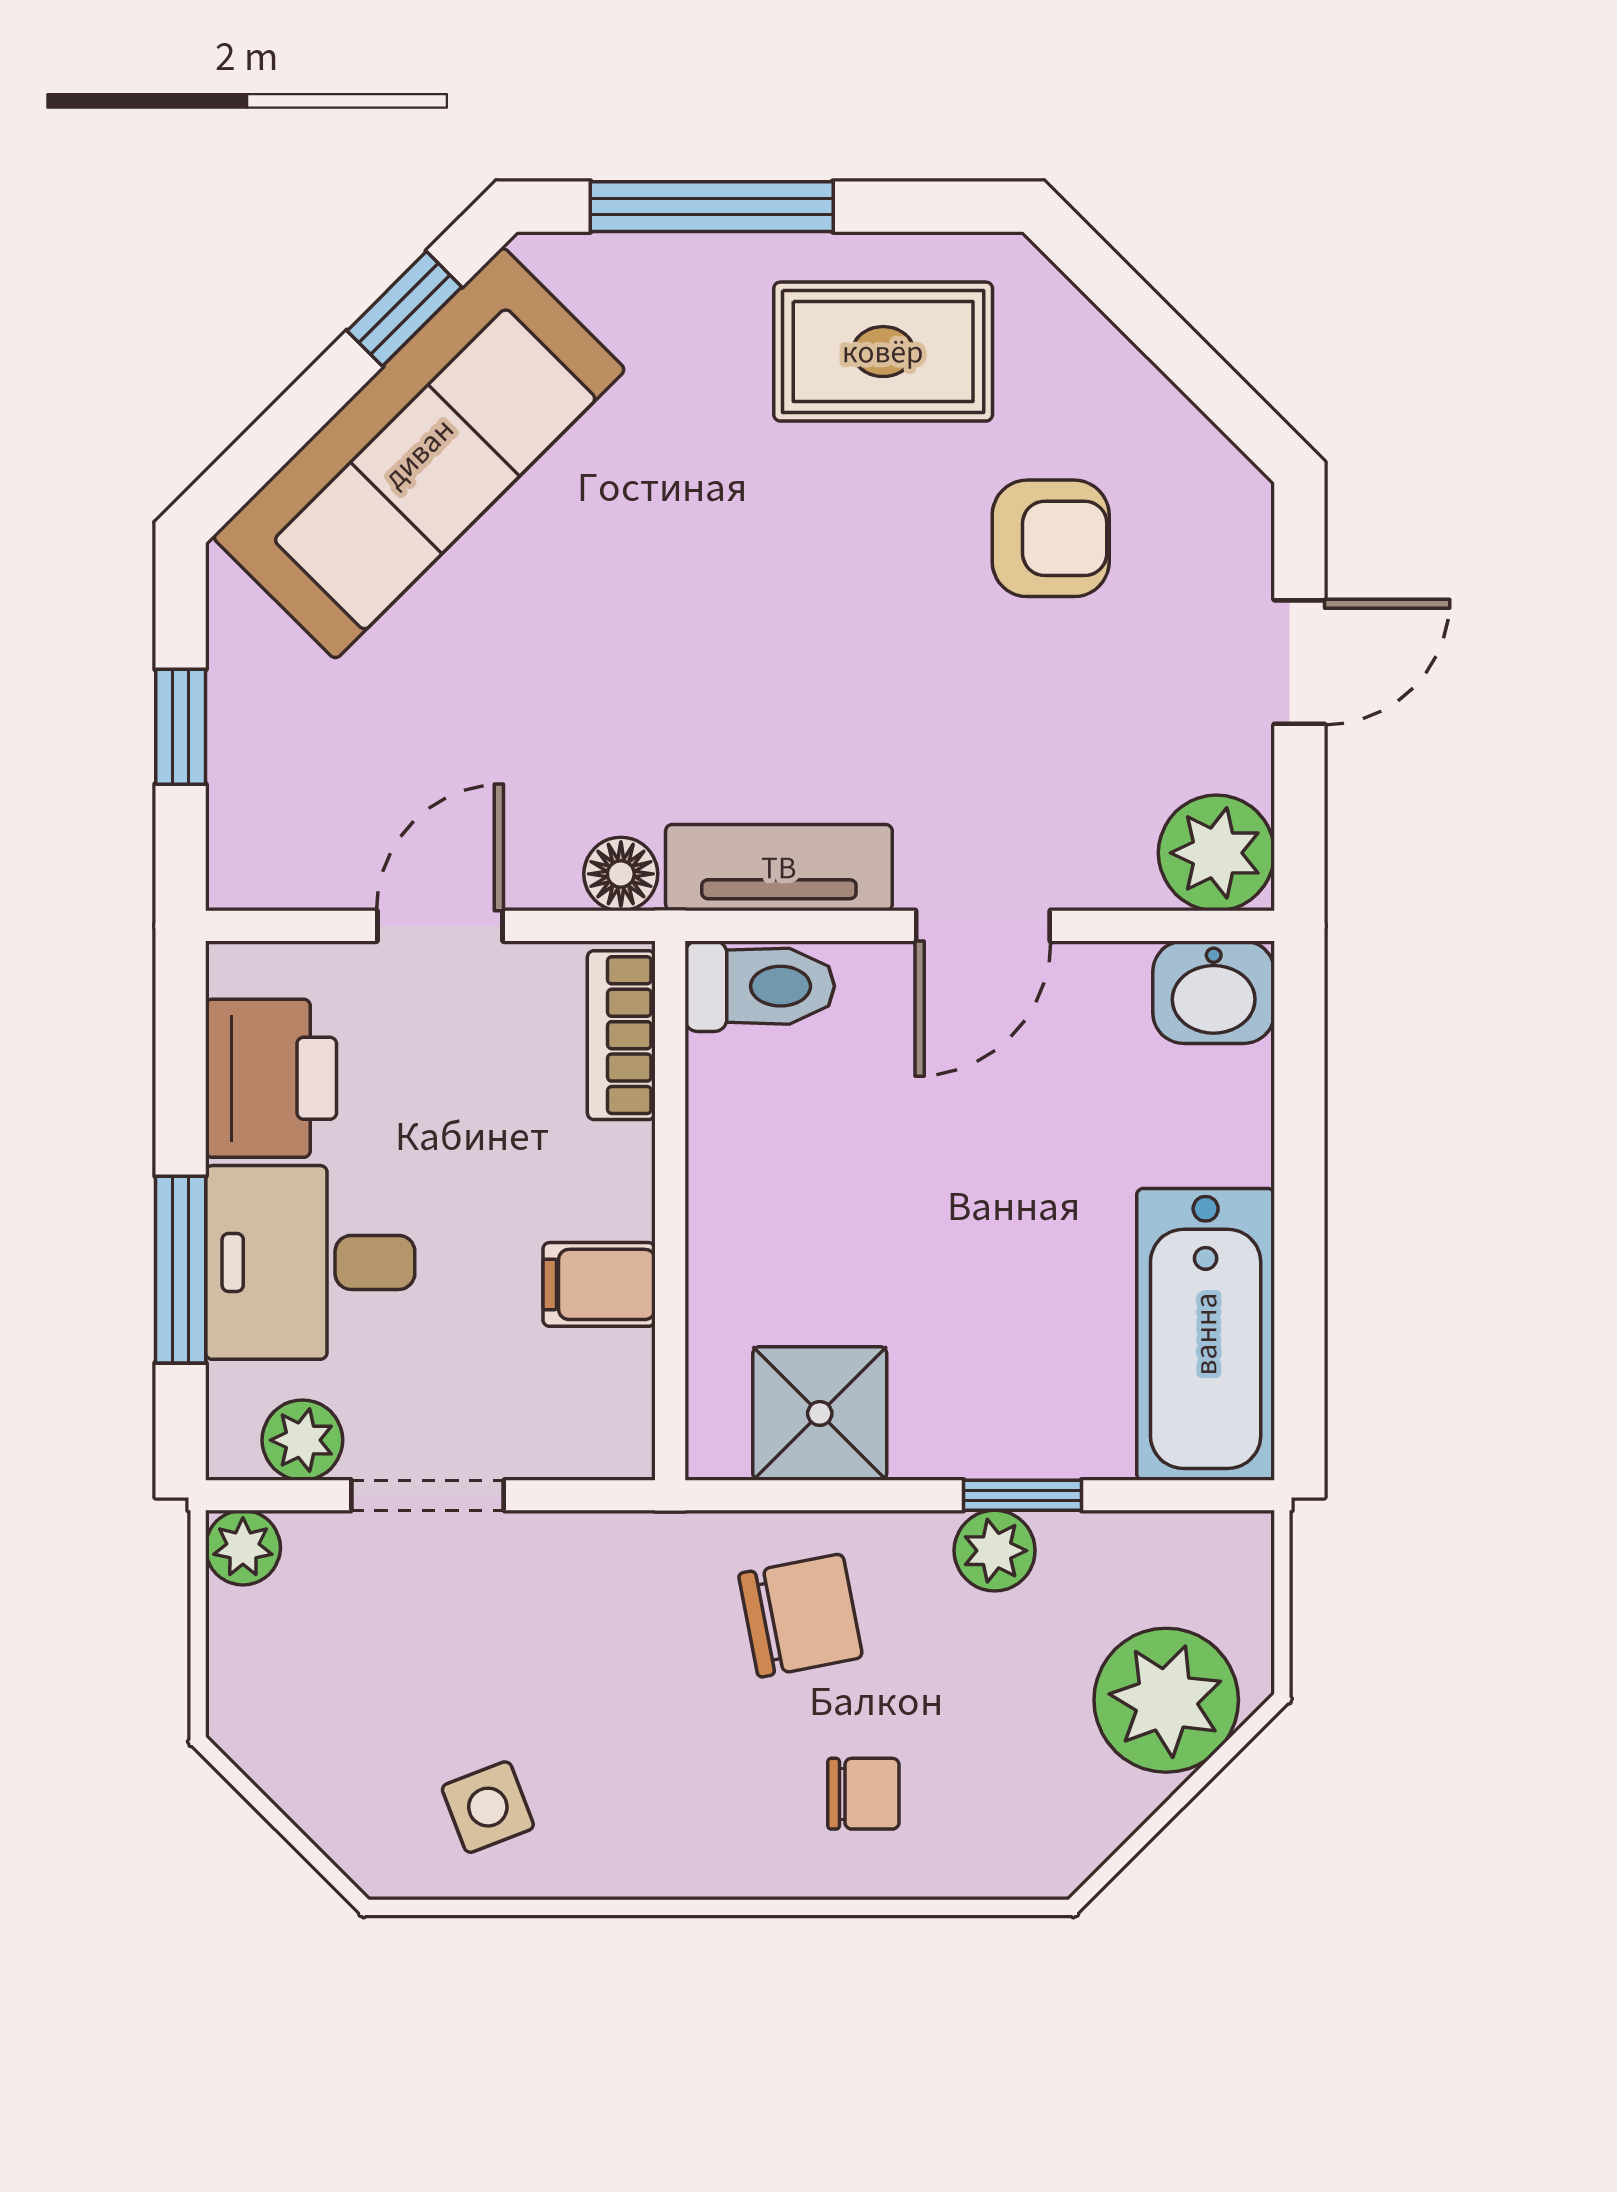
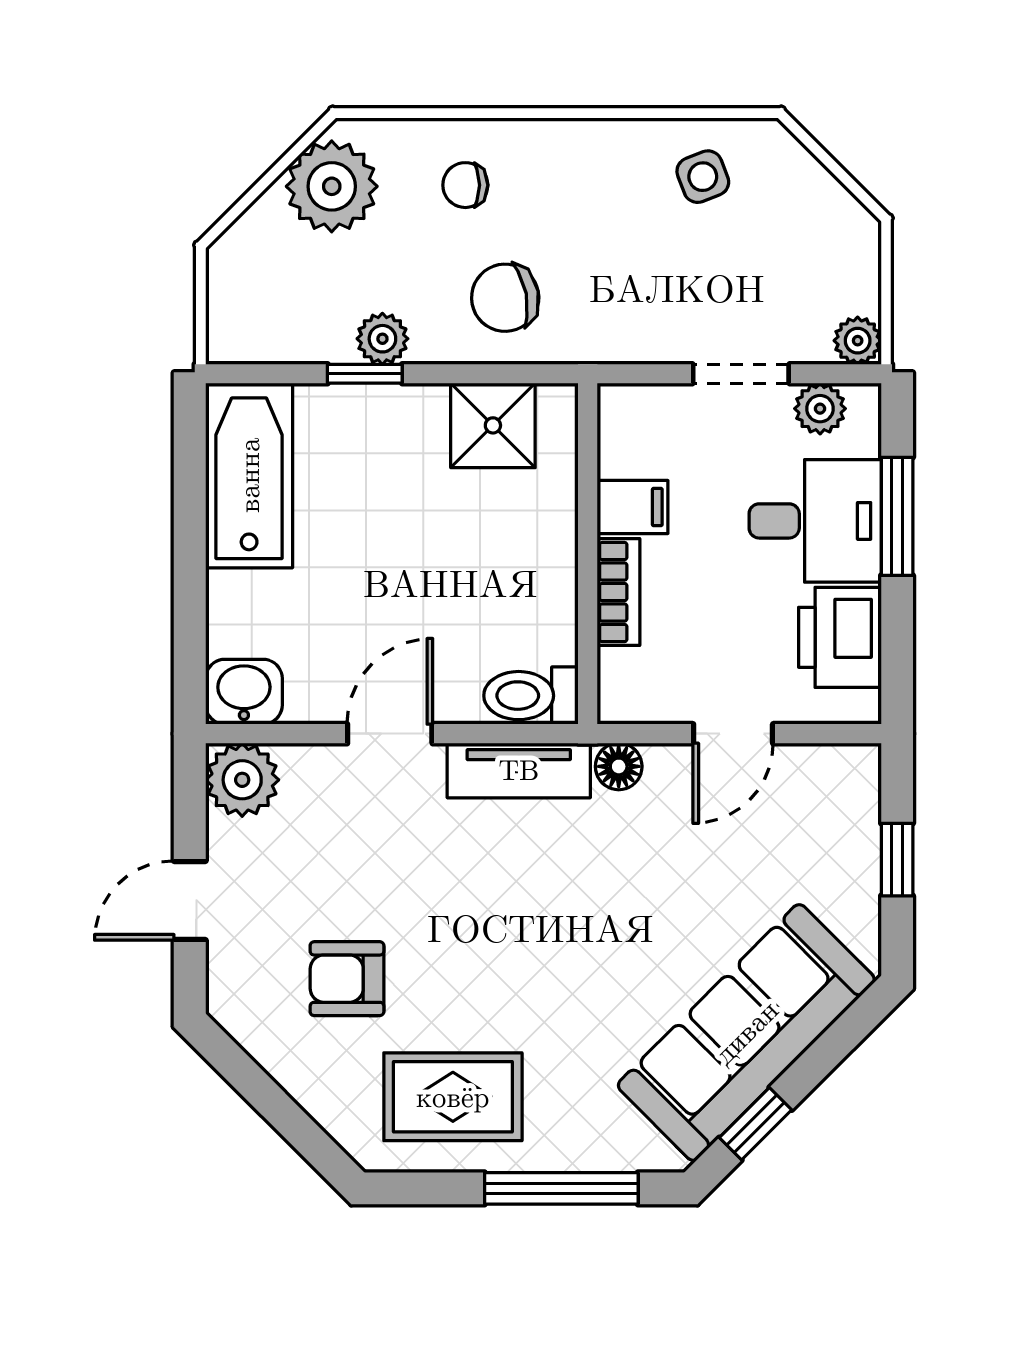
bookcase: (621, 1035) -> (618, 592), moved
plant: (1166, 1700) -> (332, 186), moved

